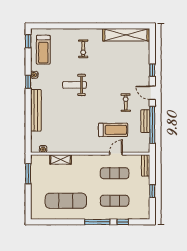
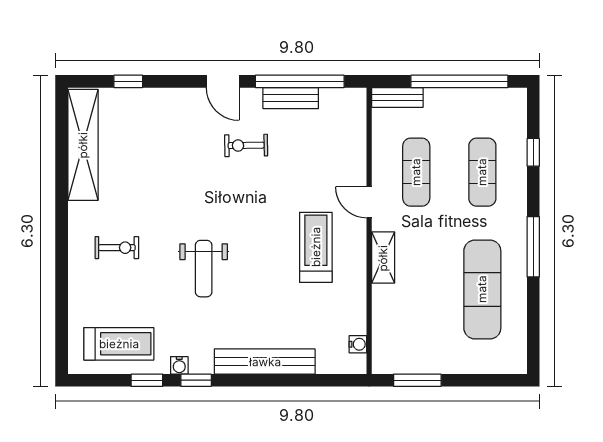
window: (28, 41) -> (147, 380), moved
window: (152, 70) -> (128, 81), moved
door: (152, 93) -> (223, 81), hinge flipped
treadmill: (113, 130) -> (316, 247), moved
door: (116, 154) -> (369, 202), moved
shelving: (61, 159) -> (383, 258), moved
window: (152, 191) -> (459, 81), width x3.17
window: (97, 222) -> (533, 247), moved

